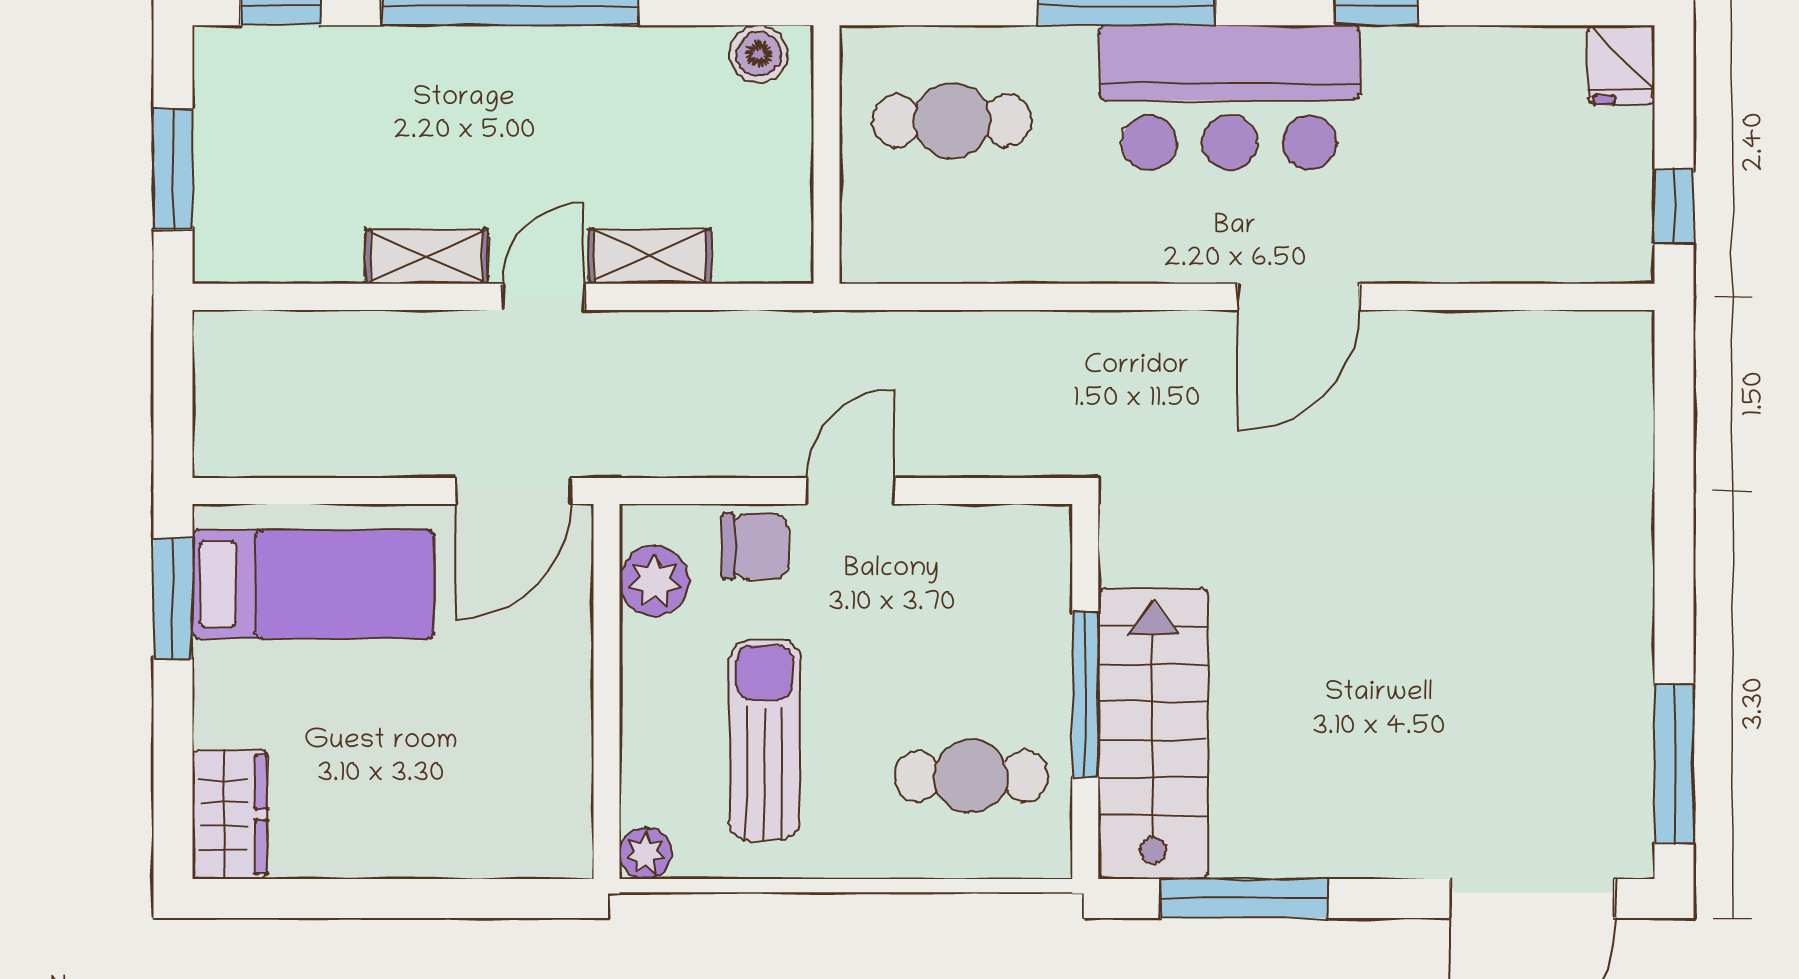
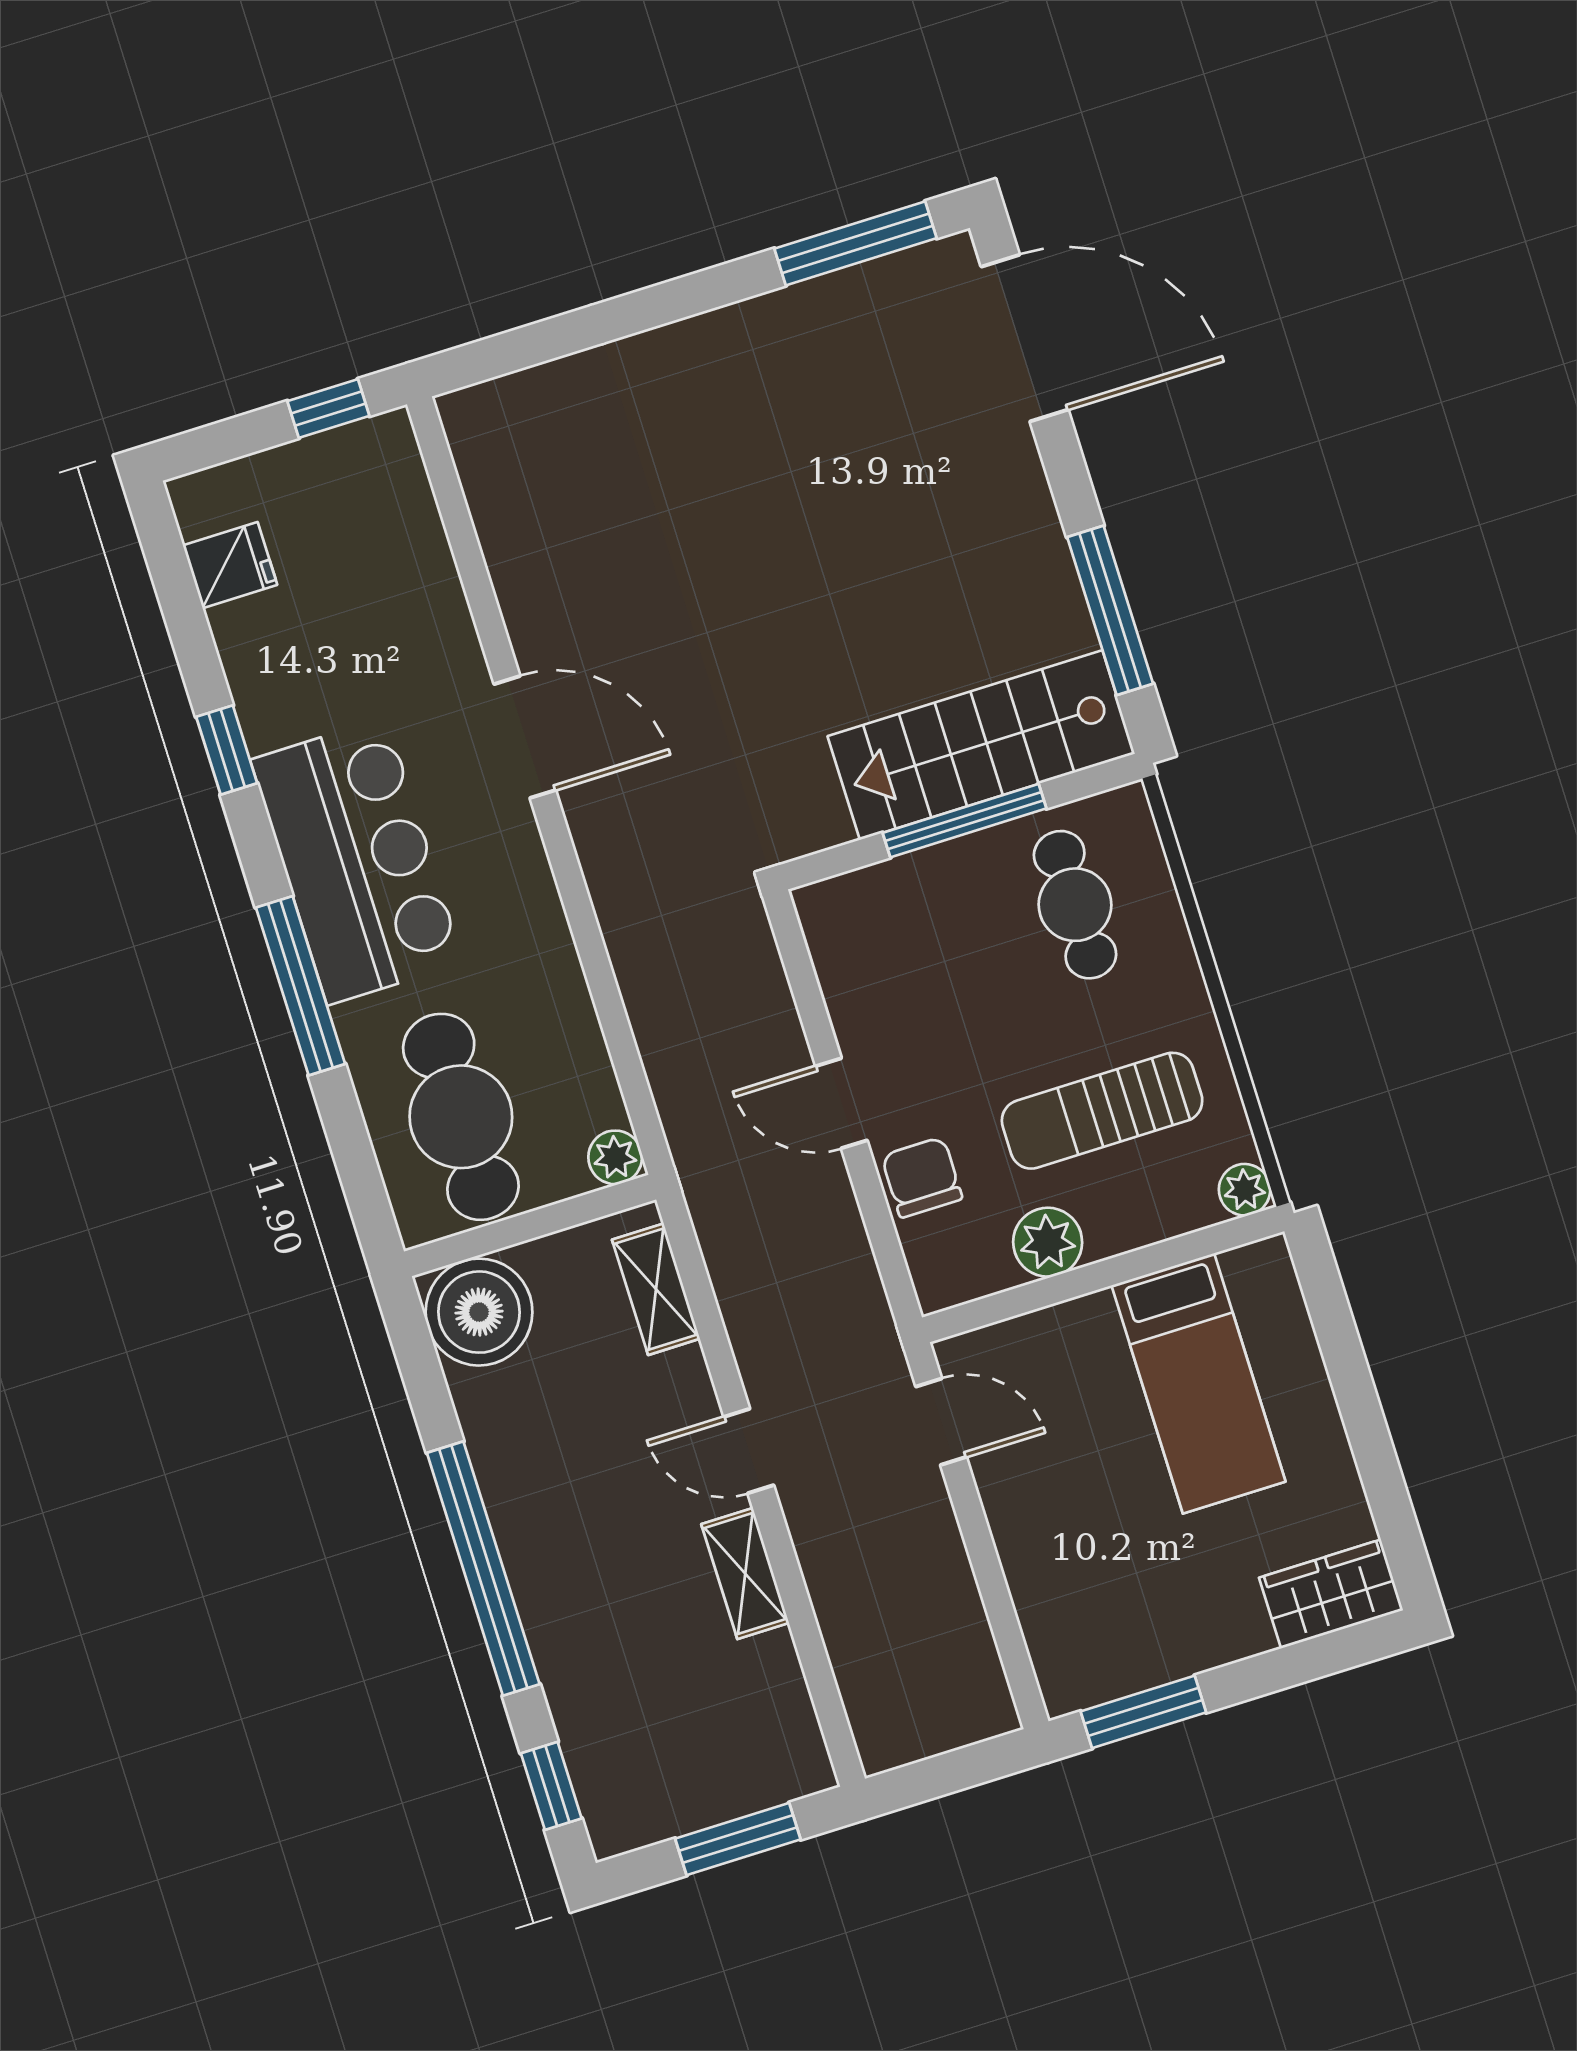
boiler: (759, 54) -> (479, 1312), width x1.86, depth x1.86
fridge: (1621, 65) -> (230, 565), moved
cafe table: (952, 121) -> (461, 1117), width x1.37, depth x1.35
shelving: (650, 256) -> (656, 1289), moved
plant: (866, 257) -> (615, 1157), added
door: (513, 491) -> (941, 1422), width x0.73
plant: (654, 581) -> (1048, 1242), moved
bed: (313, 584) -> (1198, 1383), moved, turned 180

